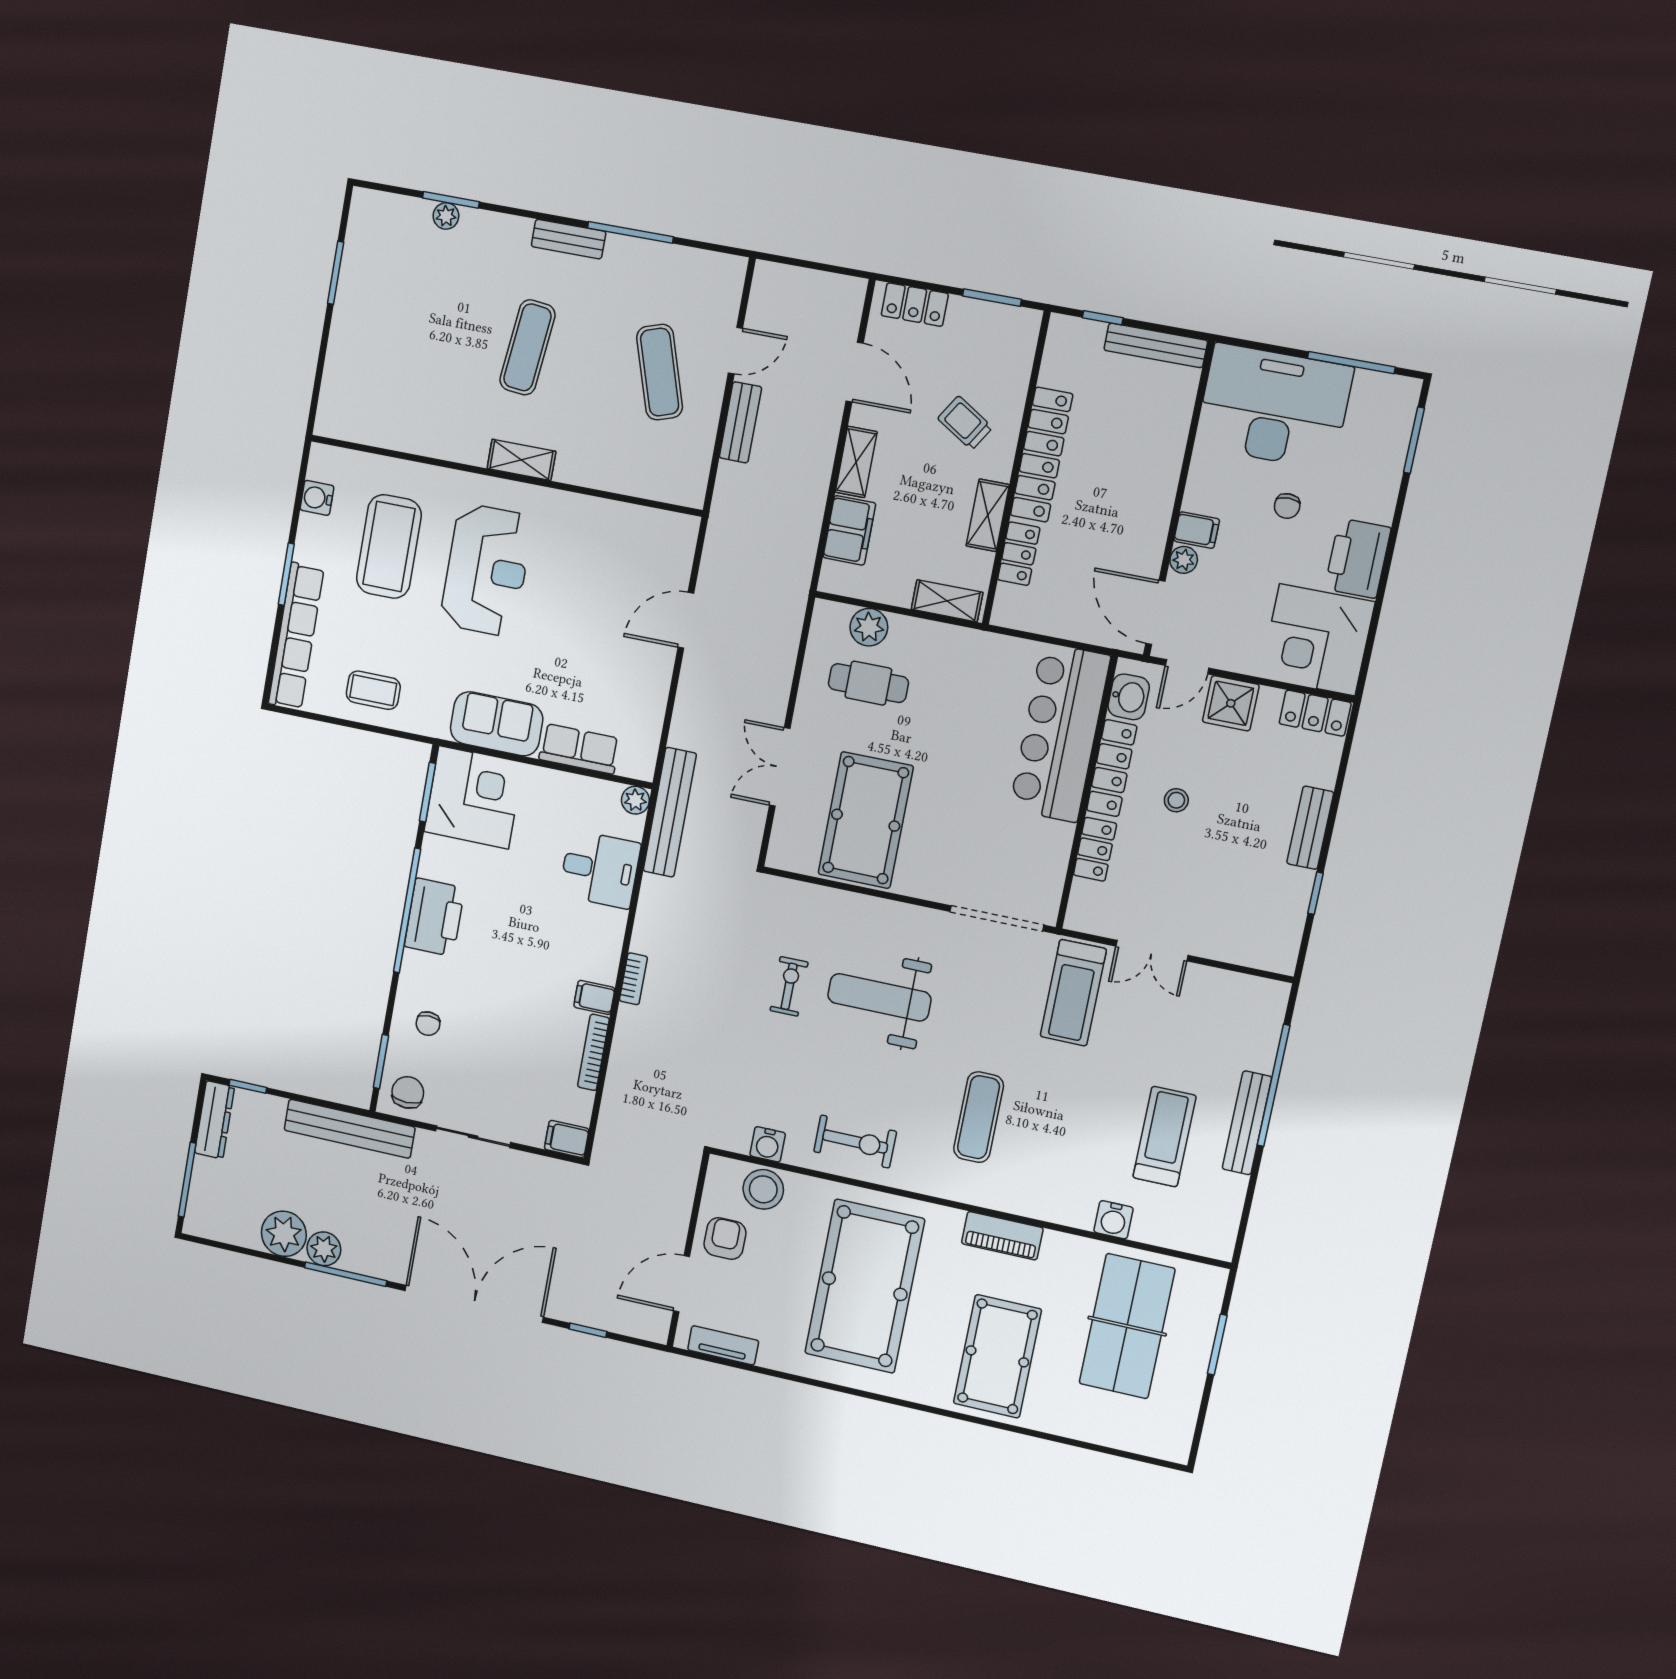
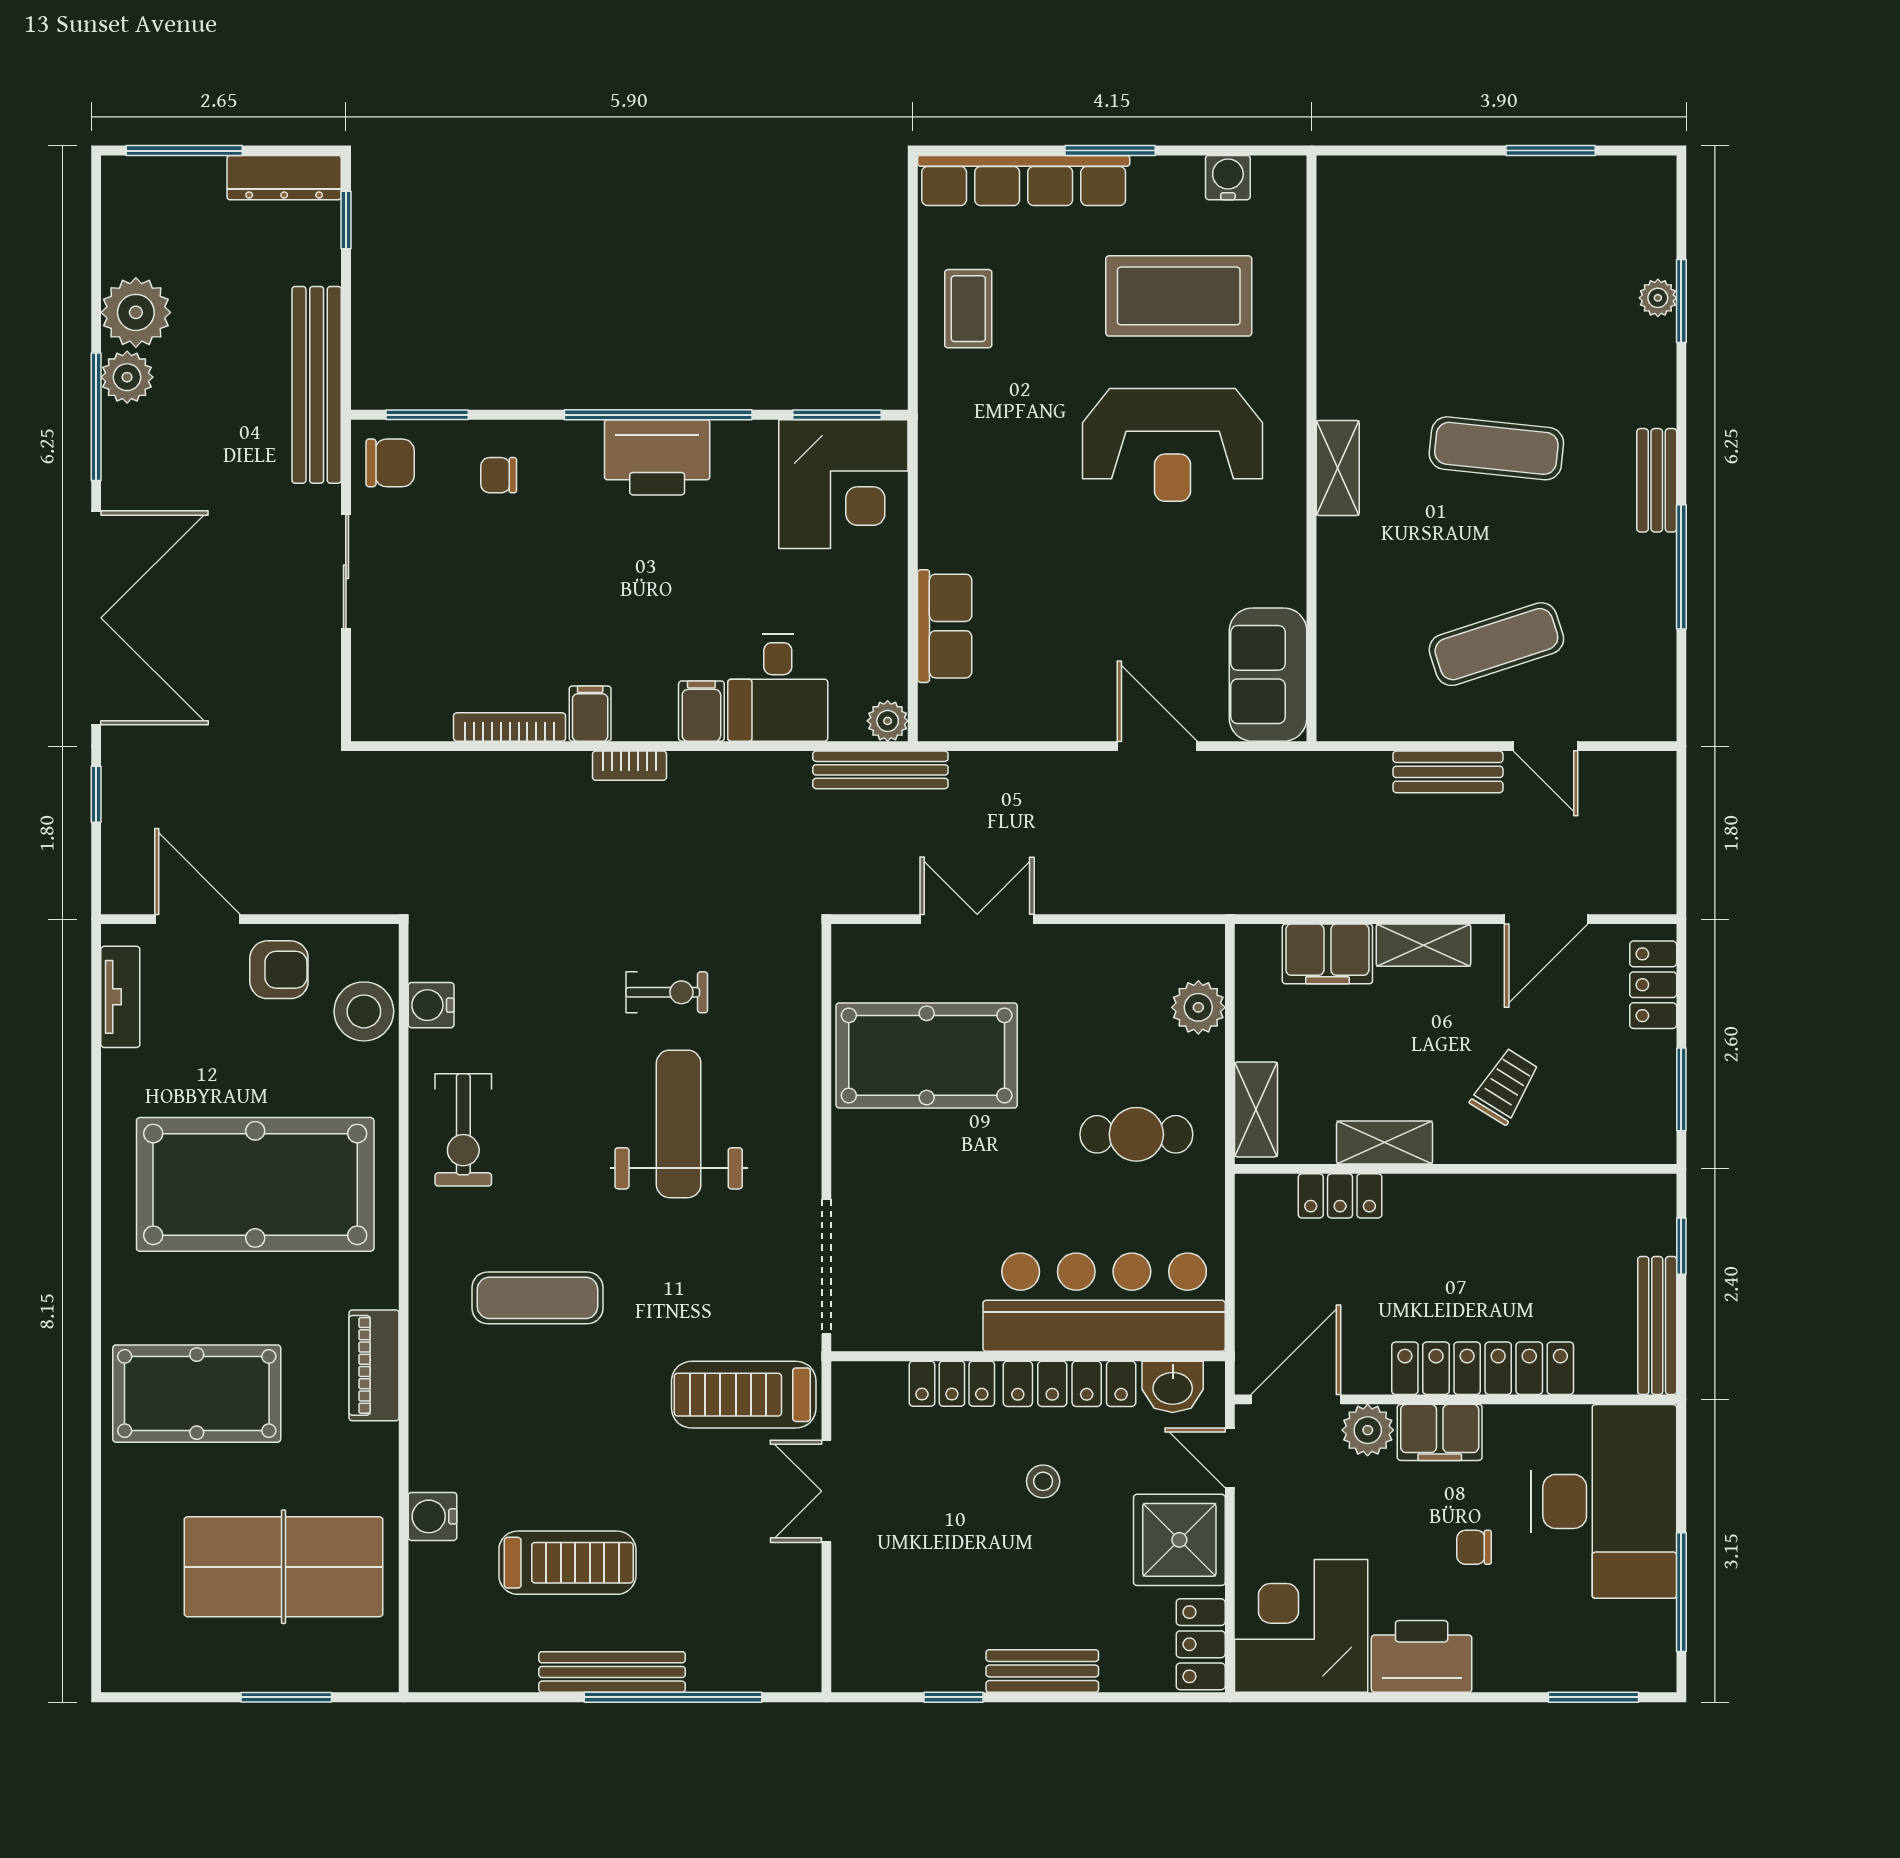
locker: (1042, 455) -> (1483, 1368), moved, turned 180
filing cabinet: (1197, 530) -> (1440, 1432), width x2.00
plant: (1184, 560) -> (1368, 1430), width x1.38, depth x1.38
cafe table: (868, 683) -> (1136, 1134), moved, turned 90
shower: (1231, 703) -> (1179, 1540), width x1.36, depth x1.36
sofa: (497, 724) -> (1268, 675), moved, turned 180
bench: (670, 812) -> (880, 770), width x0.73, depth x0.82
filing cabinet: (567, 1139) -> (701, 711), moved

